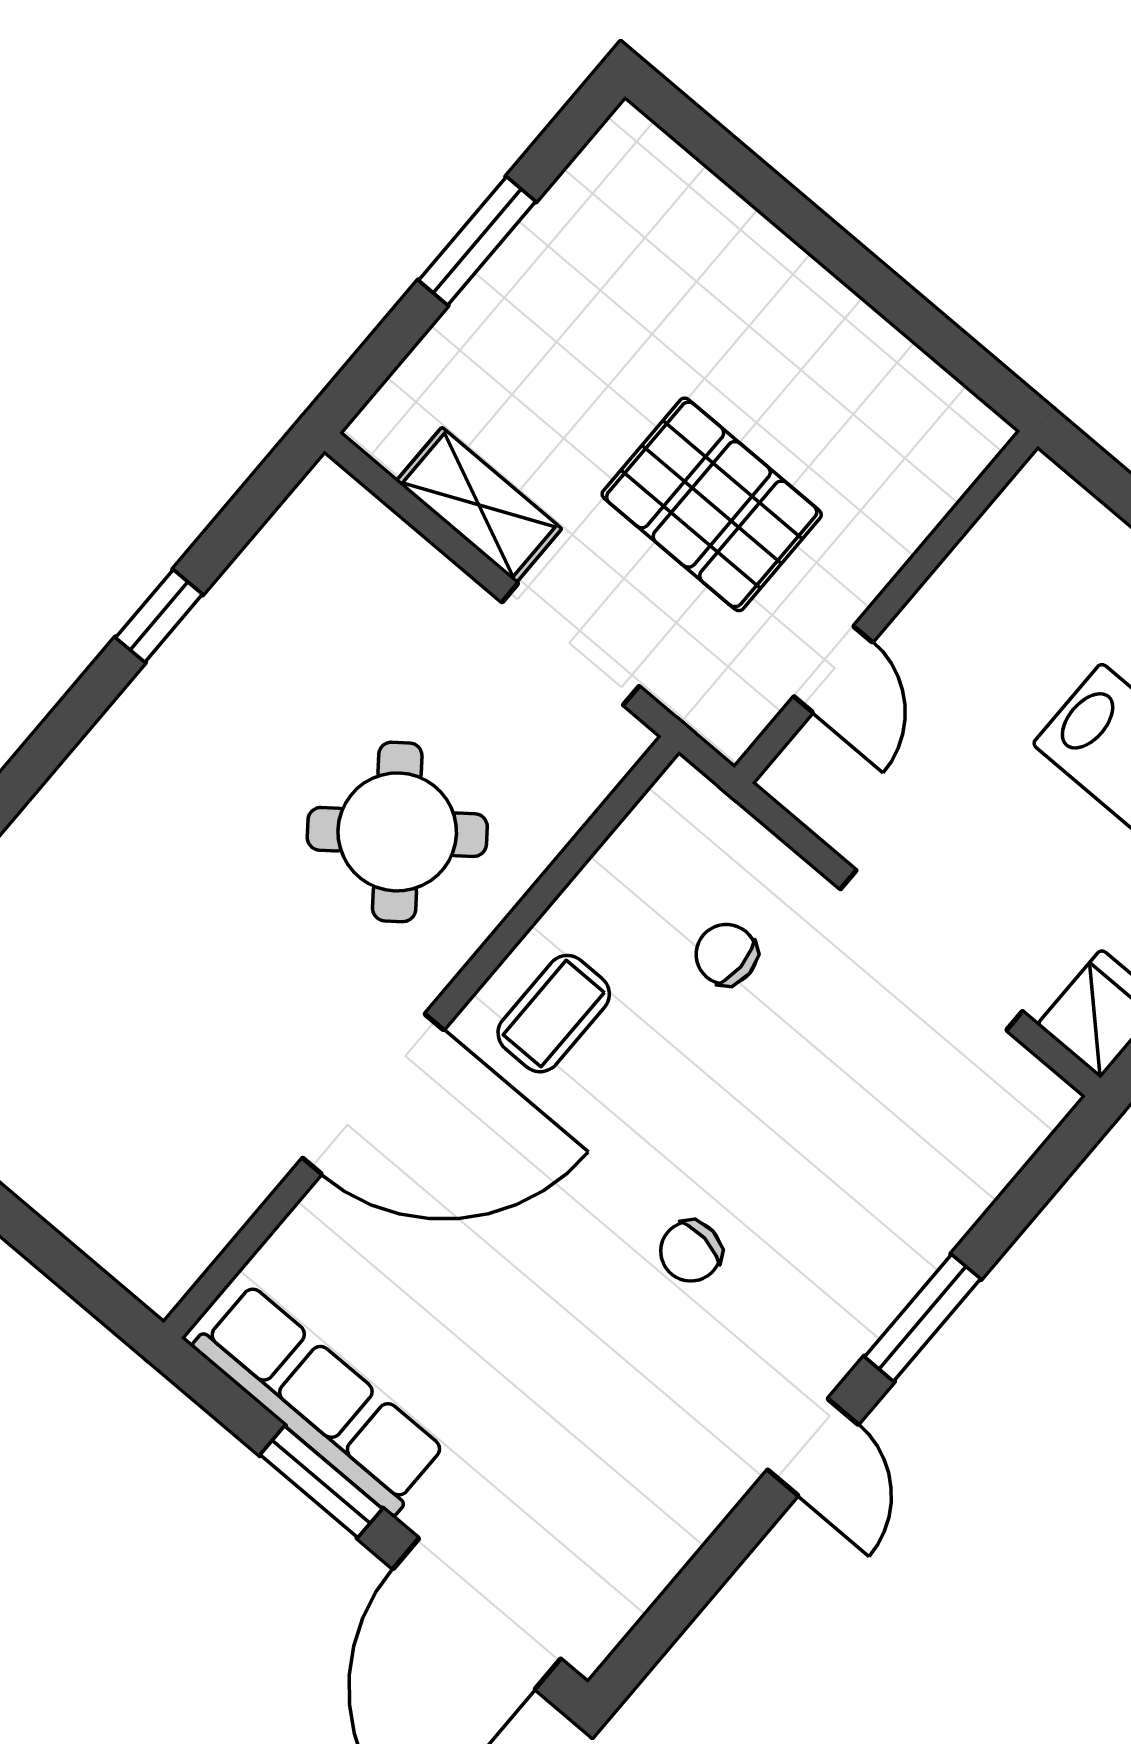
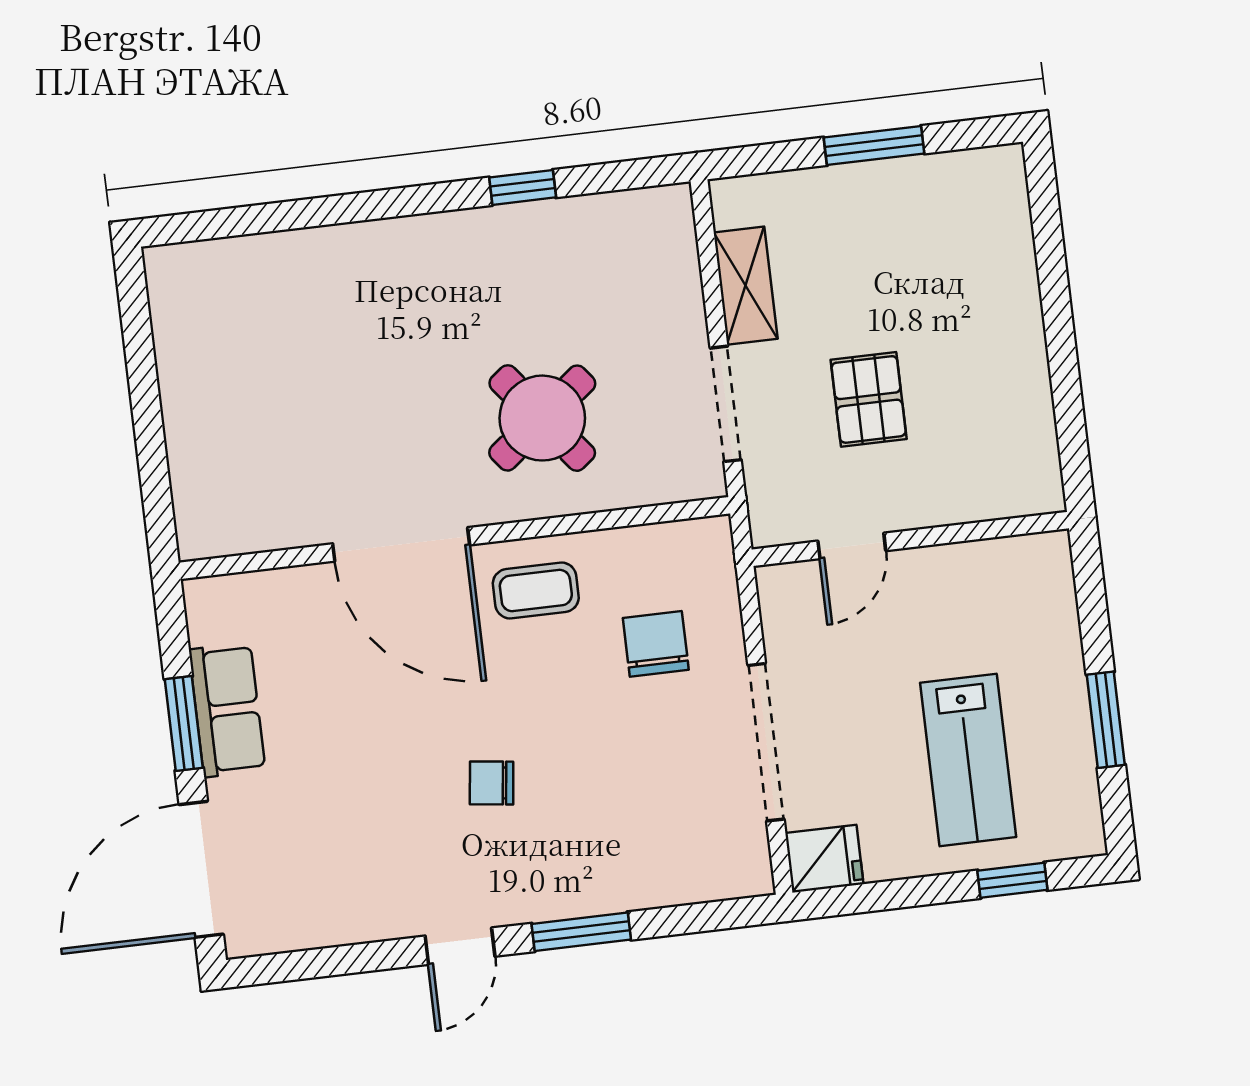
pallet: (712, 504) -> (869, 399), width x0.67, depth x0.71
chair: (726, 954) -> (656, 644), width x1.37, depth x1.37
row of seats: (320, 1399) -> (227, 710), width x0.68

